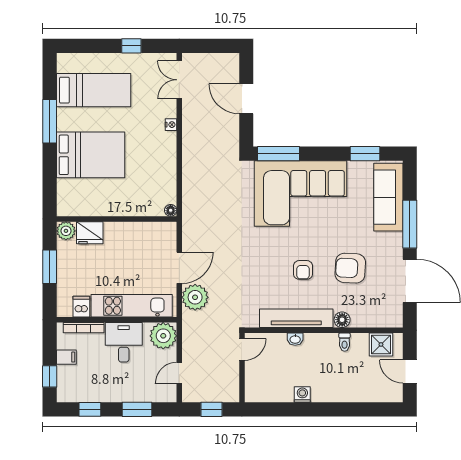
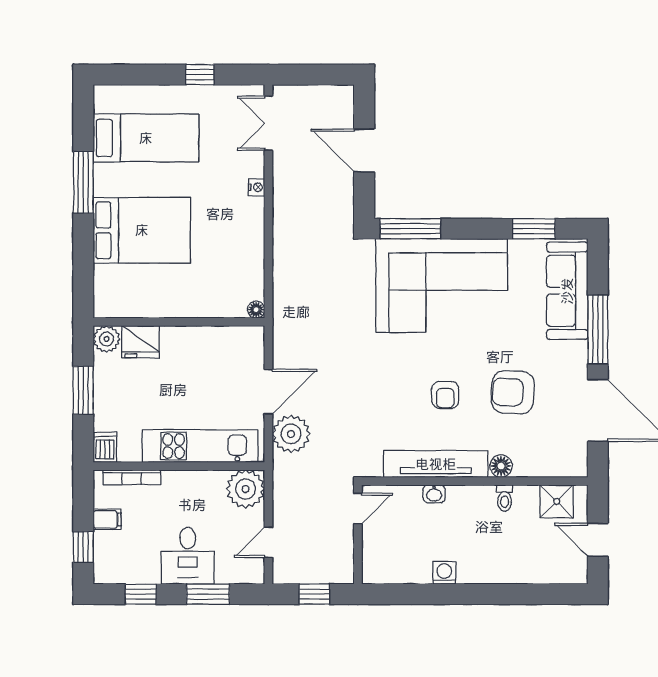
dishwasher: (81, 307) -> (105, 447), moved
desk: (124, 342) -> (188, 556), moved, turned 180

